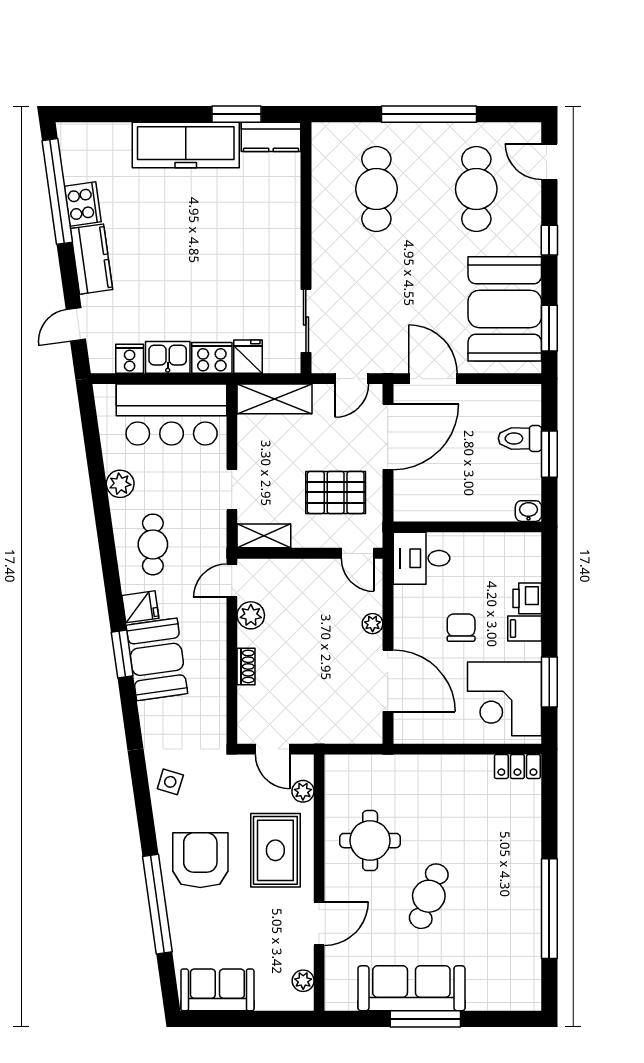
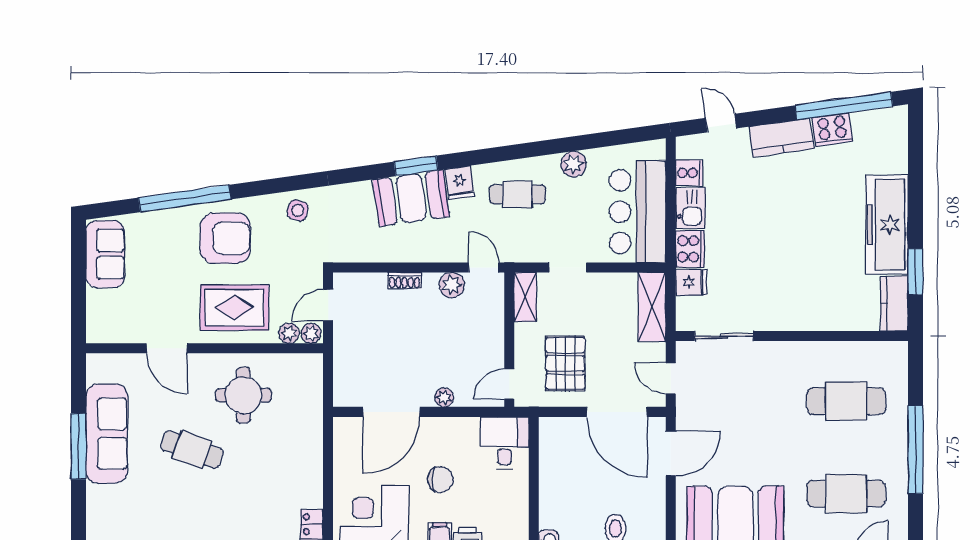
plant: (303, 981) -> (311, 333), moved

